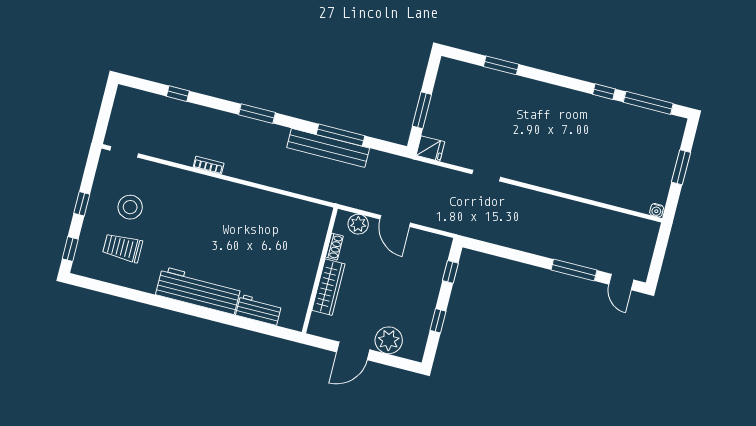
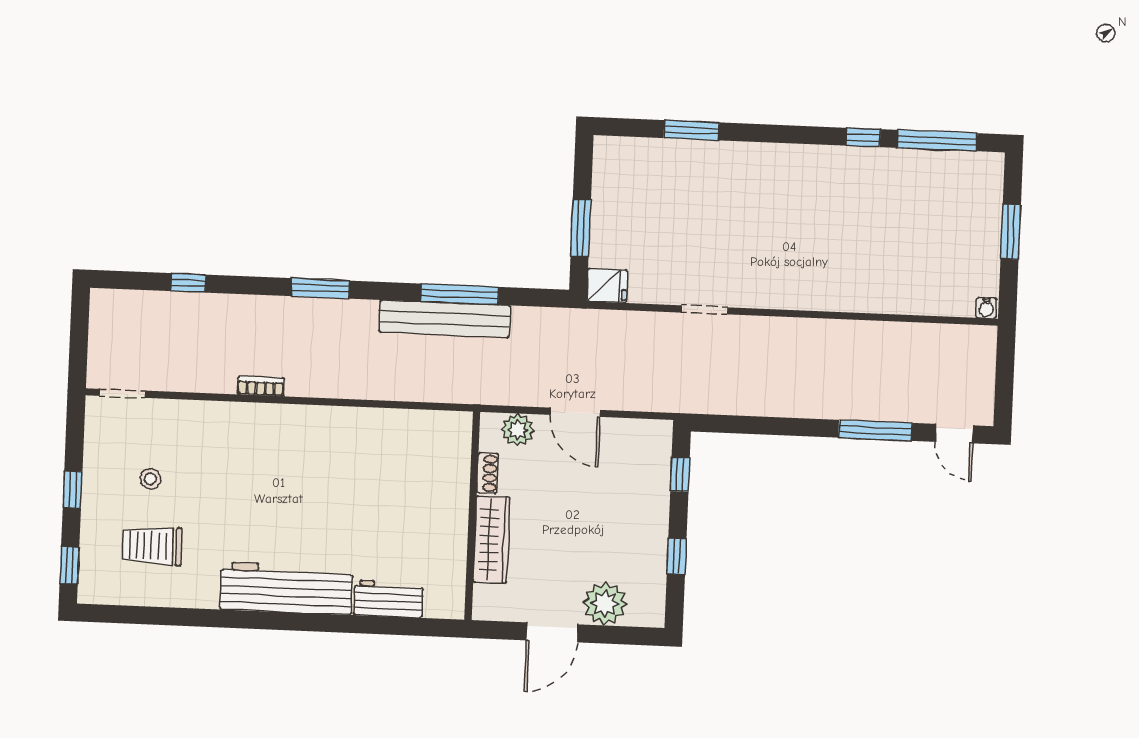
stool: (130, 207) -> (150, 479), width x0.53, depth x0.53

